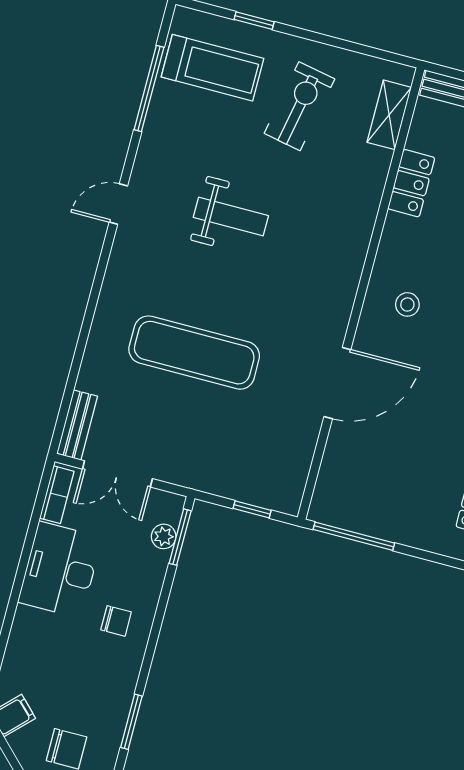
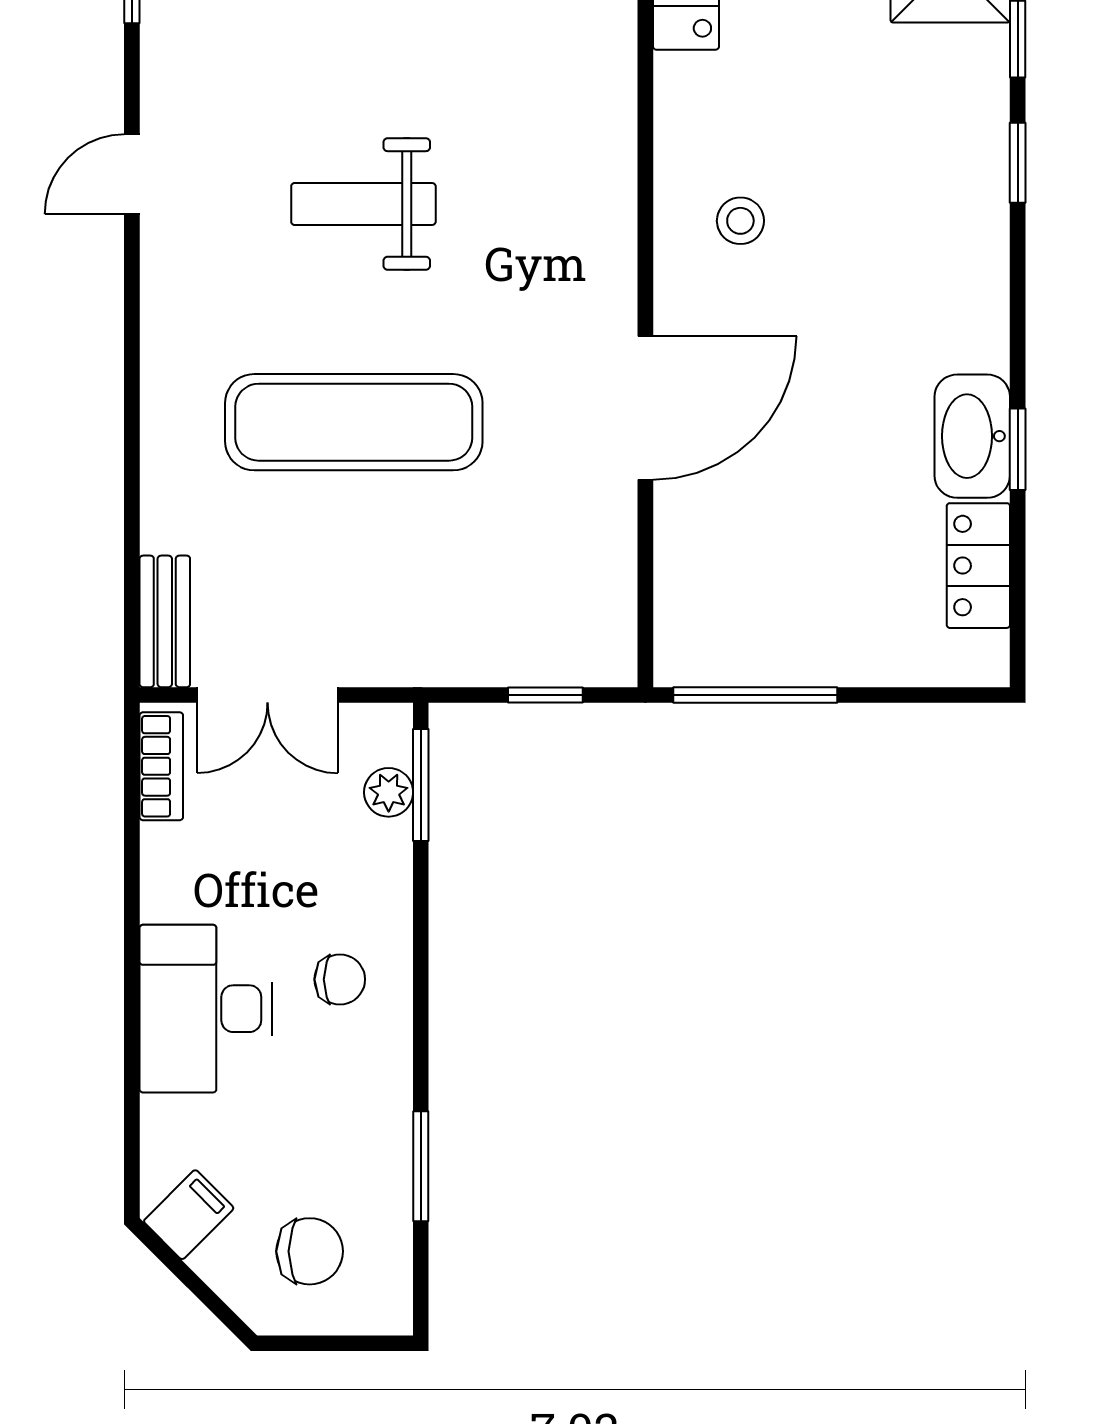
weight bench: (231, 217) -> (363, 204), moved, turned 180
desk: (60, 570) -> (206, 1009), moved

